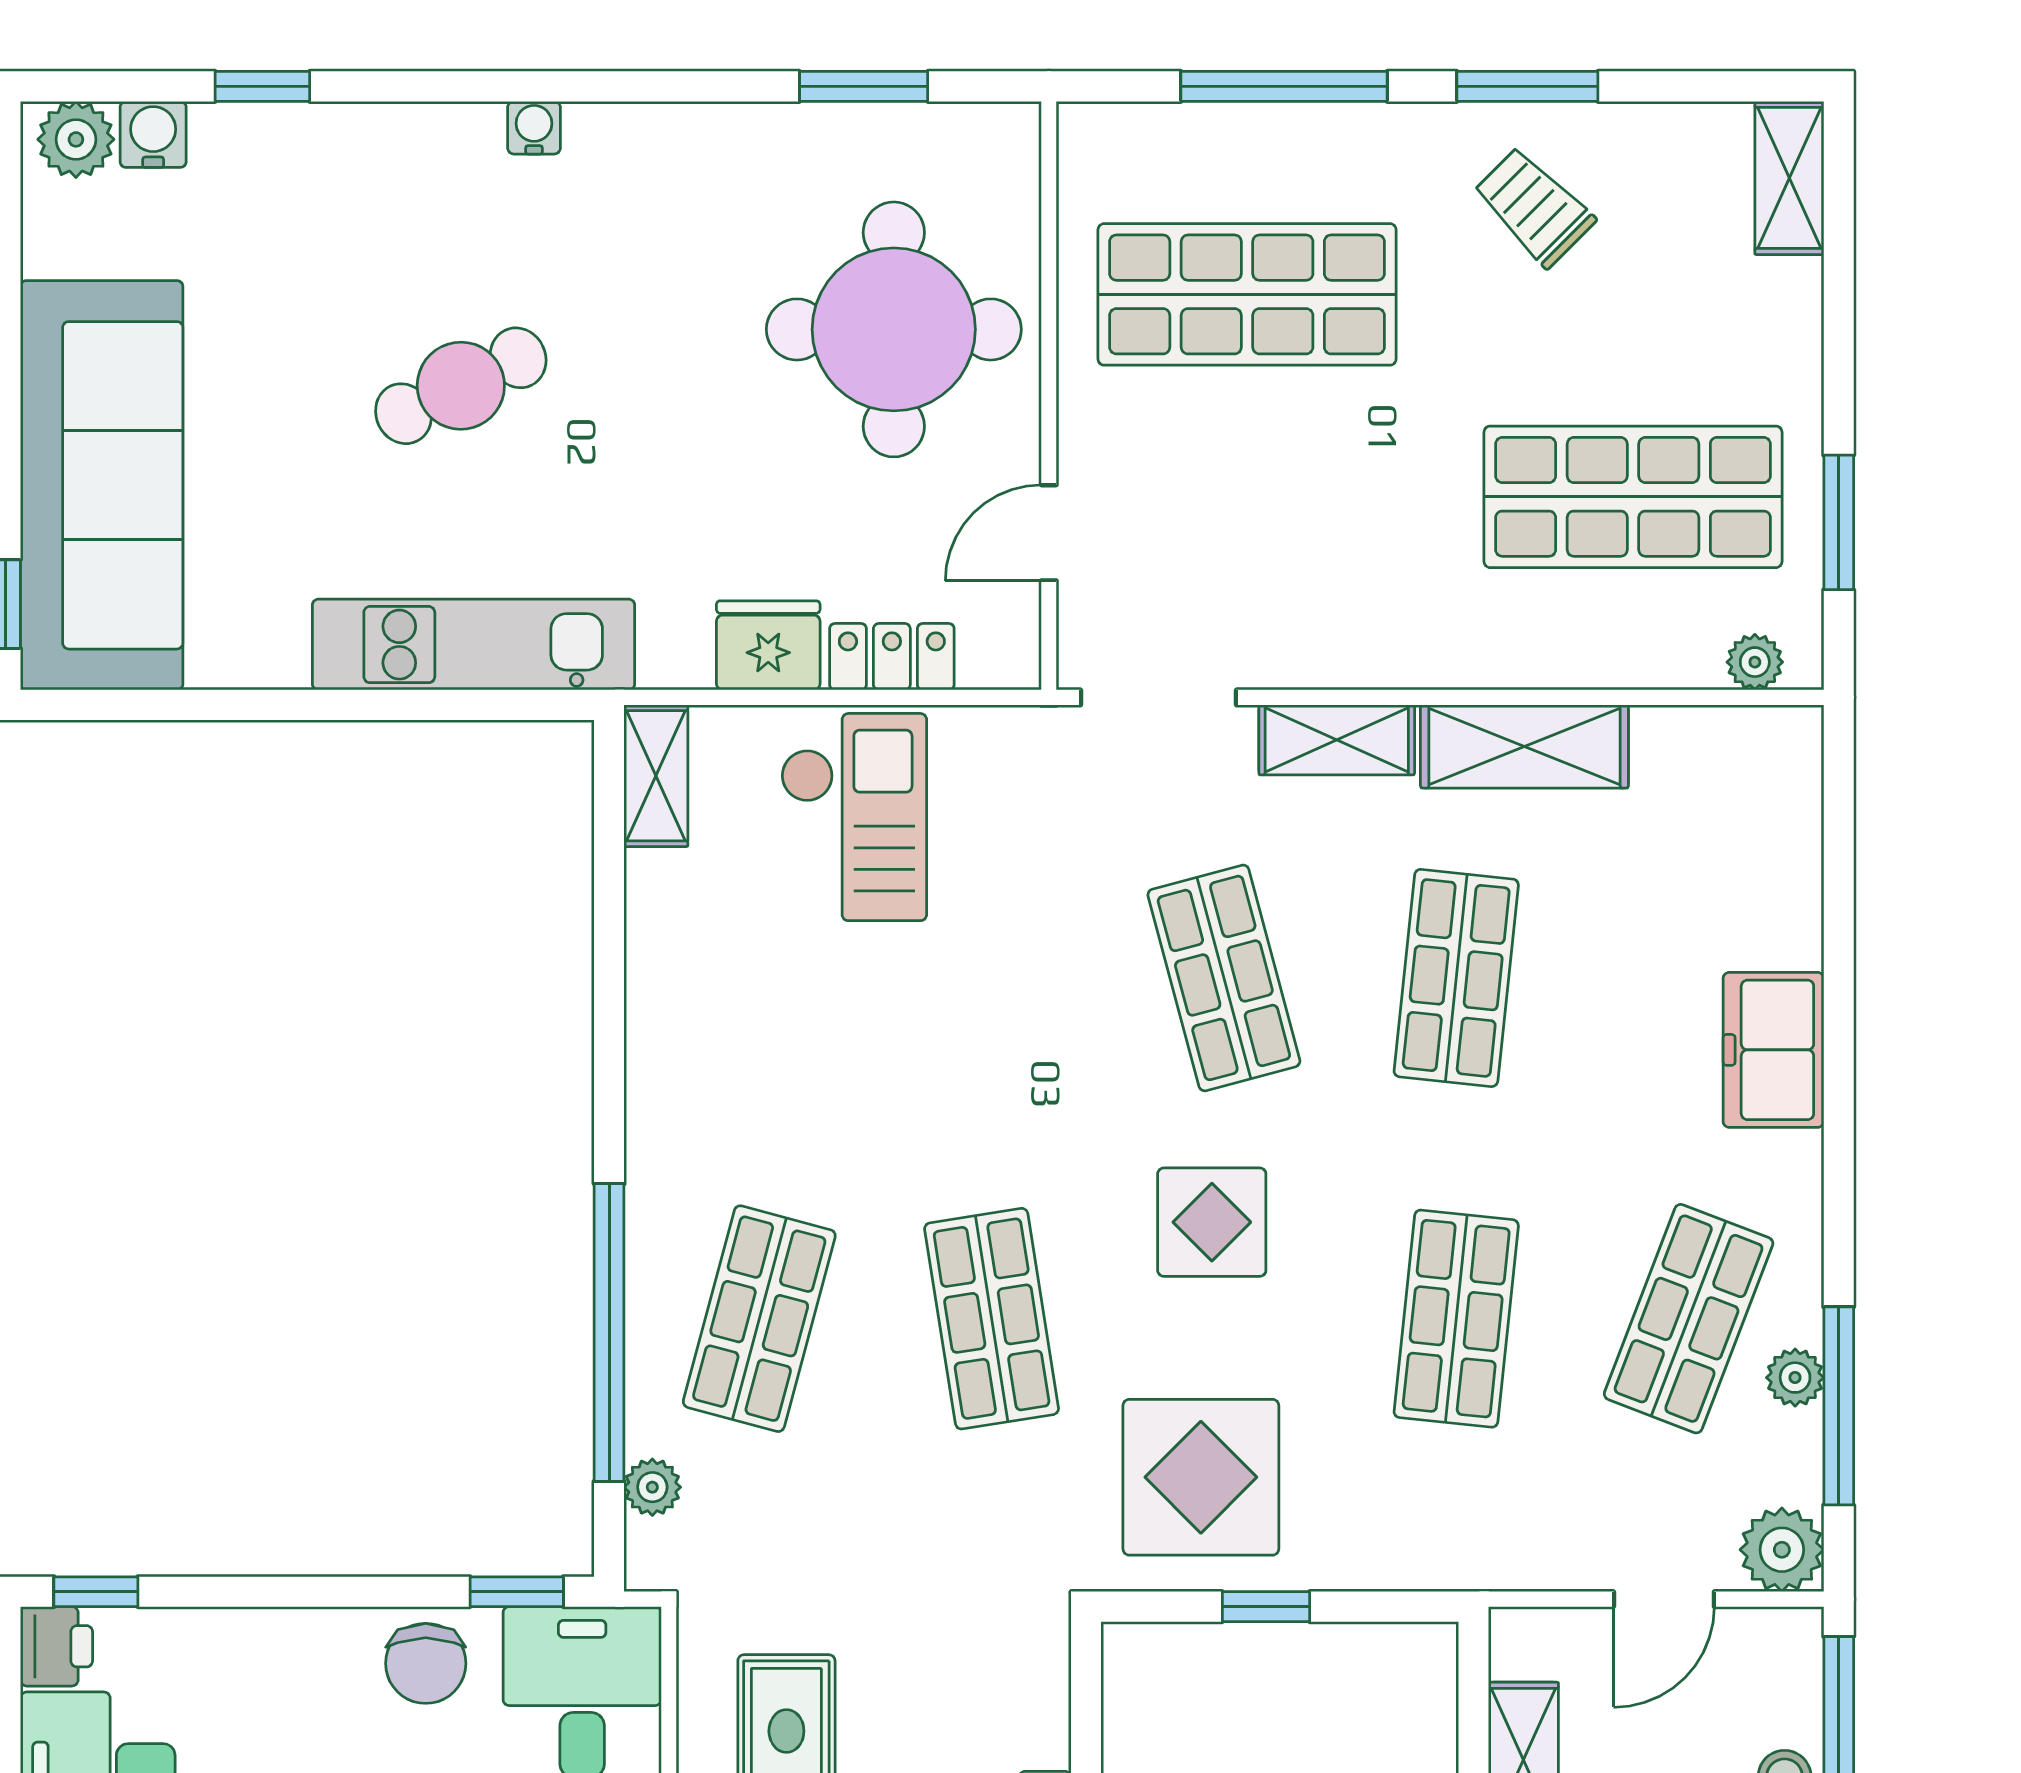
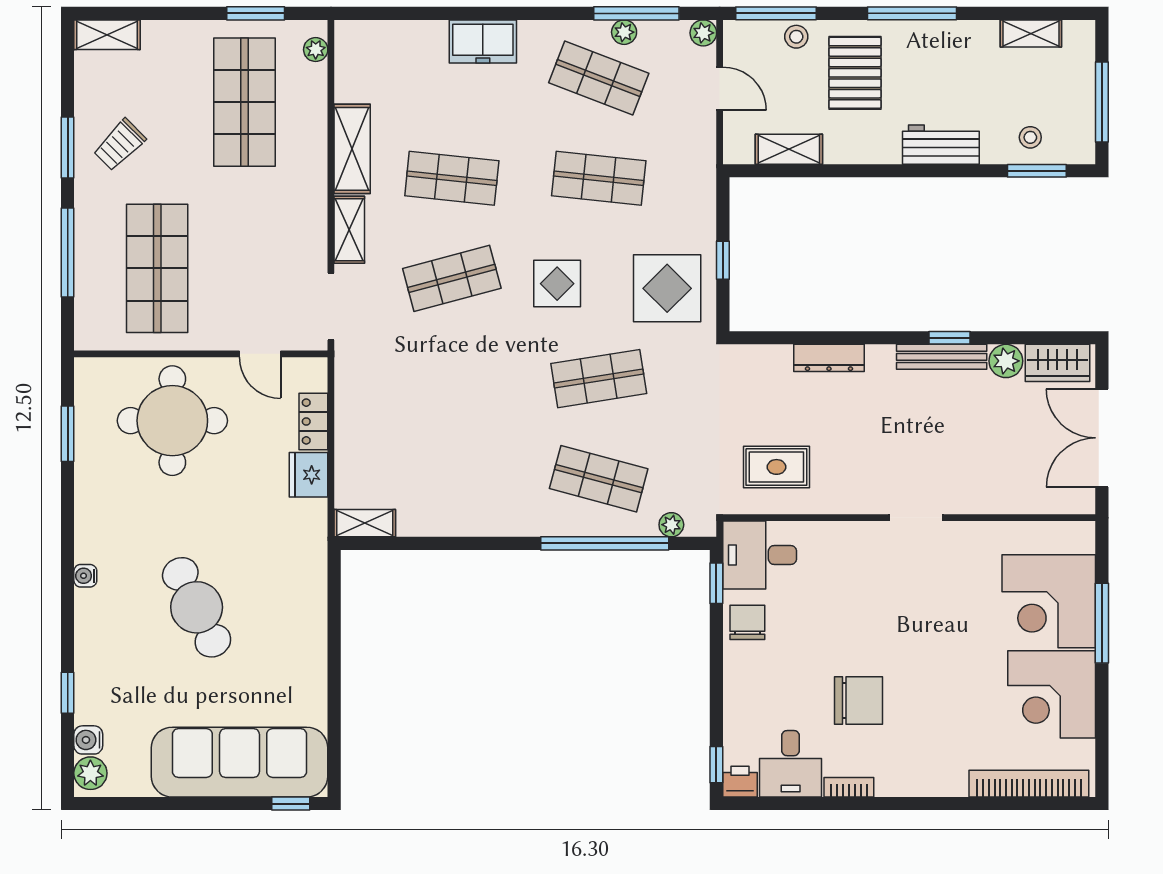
cafe table: (461, 386) -> (197, 607), width x1.37, depth x1.35
kitchen unit: (473, 645) -> (308, 602), removed
checkout: (854, 817) -> (383, 438), removed
plant: (1782, 1550) -> (703, 33), width x0.73, depth x0.73
chair: (426, 1663) -> (747, 622), turned -90

